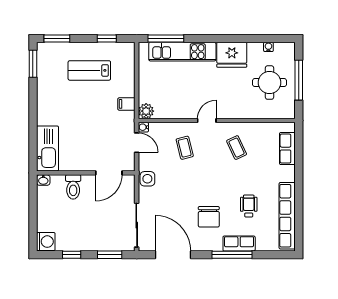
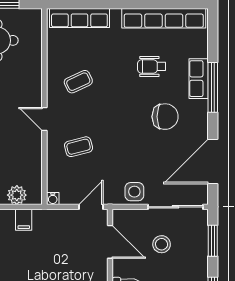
plant: (146, 111) -> (17, 195), moved
door: (137, 143) -> (91, 207), moved
row of seats: (287, 149) -> (79, 18), width x1.48
side table: (147, 179) -> (134, 192), moved
stool: (107, 214) -> (162, 244), added

